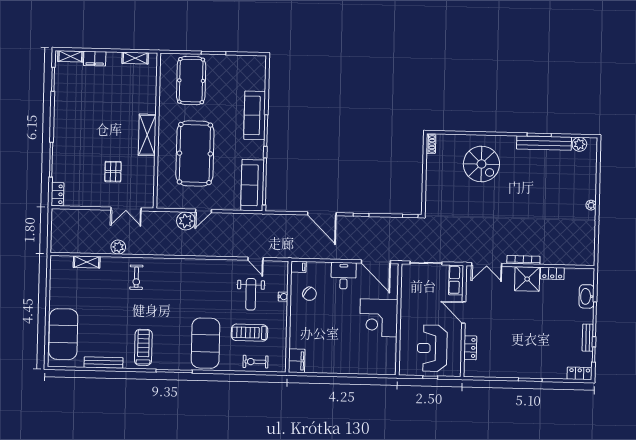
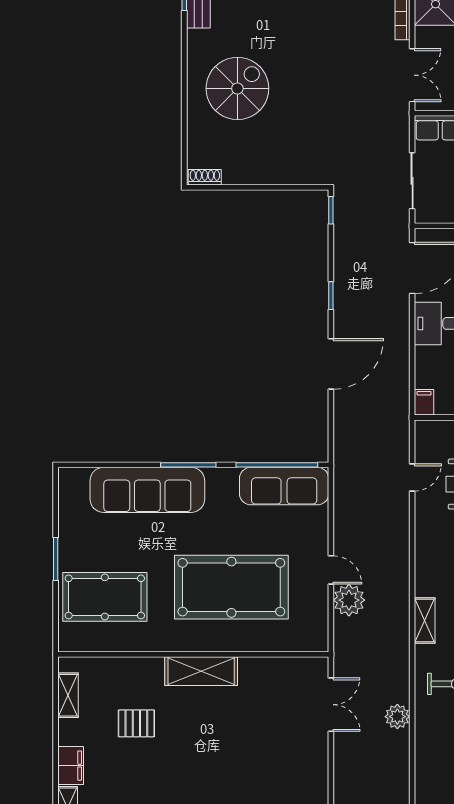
sofa: (255, 115) -> (147, 490), width x1.36, depth x1.27
pallet: (113, 172) -> (136, 723), moved
shelving: (87, 262) -> (425, 620), moved

